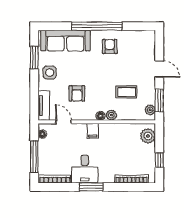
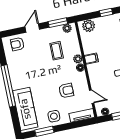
armchair: (110, 46) -> (17, 44), moved
door: (63, 122) -> (92, 97), swing flipped
filing cabinet: (93, 131) -> (91, 59), moved

